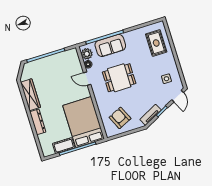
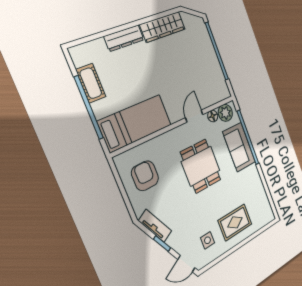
rug: (156, 43) -> (235, 222), moved
armchair: (120, 118) -> (145, 176), turned -65
bed: (84, 122) -> (135, 123), width x0.67

